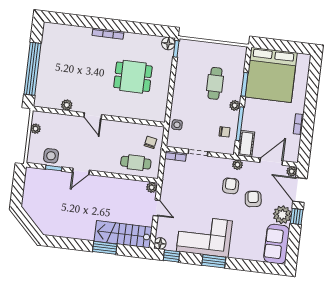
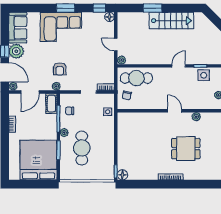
dining table: (133, 77) -> (186, 149), moved
cafe table: (215, 83) -> (82, 148), width x1.37, depth x1.35
cafe table: (136, 163) -> (136, 78), width x1.37, depth x1.35
armchair: (253, 199) -> (41, 61), removed
stairs: (123, 234) -> (171, 21), moved
corner sofa: (204, 236) -> (61, 27), moved

